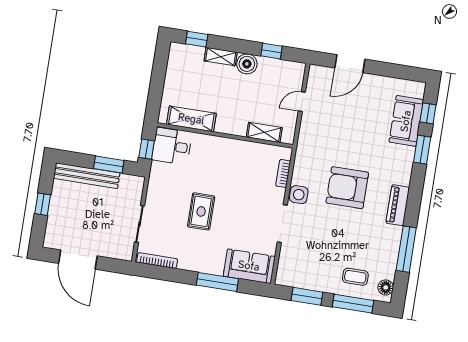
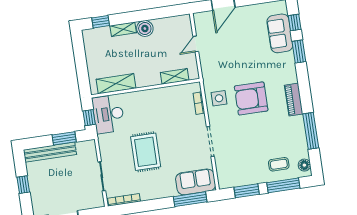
window: (272, 51) -> (161, 13), removed
desk: (172, 146) -> (108, 114), width x1.37
side table: (299, 195) -> (219, 98), moved
rug: (201, 211) -> (146, 152), width x1.36, depth x1.43
window: (217, 282) -> (190, 199), moved

